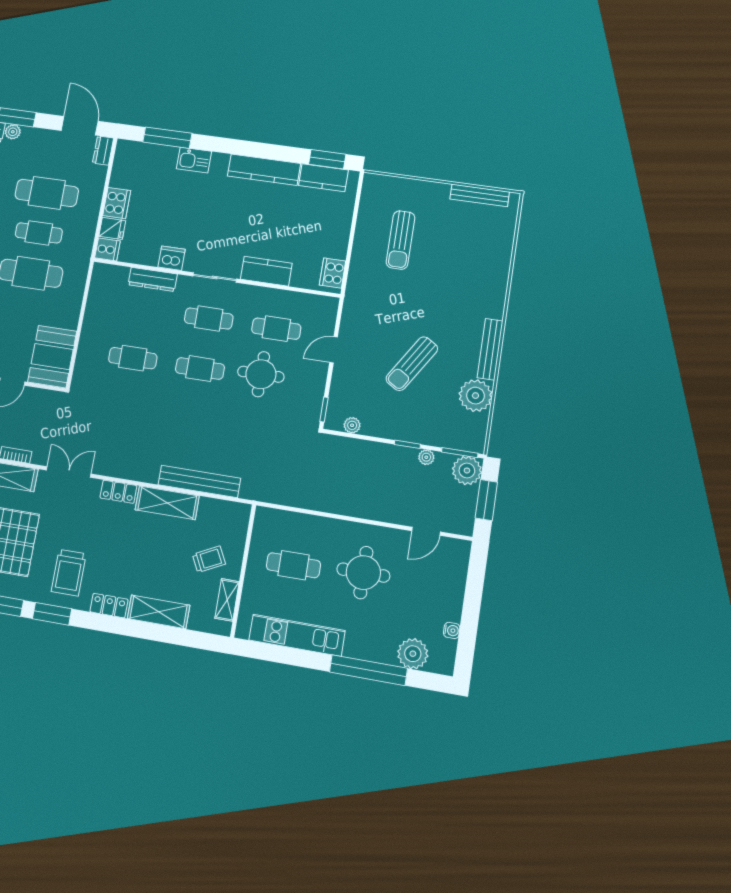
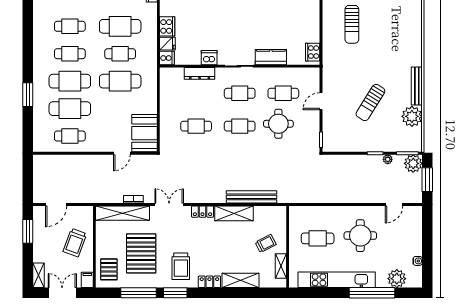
plant: (352, 425) -> (340, 147), removed
kitchen unit: (297, 635) -> (337, 280), width x1.36

